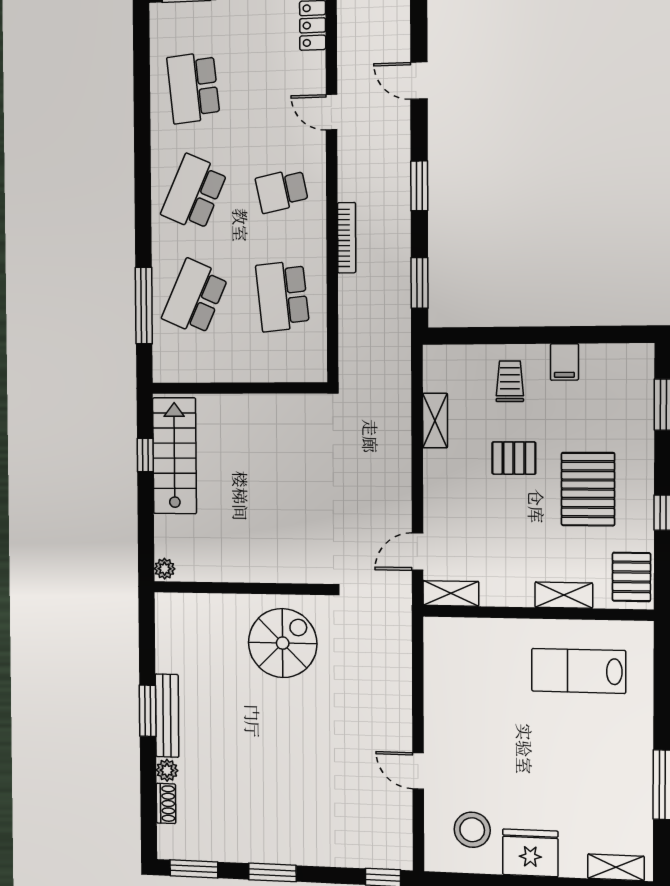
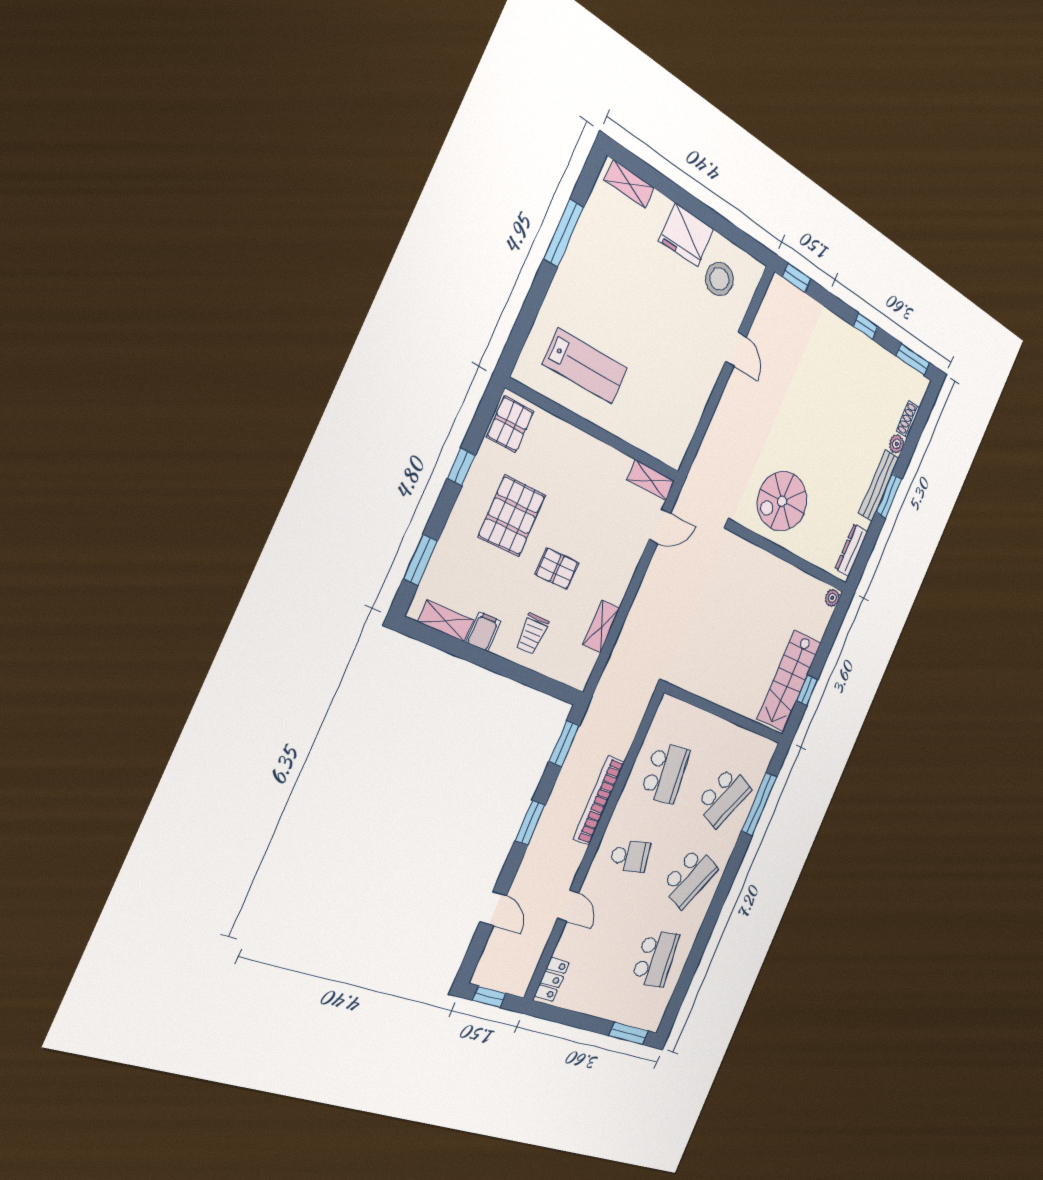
bookcase: (347, 238) -> (599, 801), width x1.48, depth x1.31
shelving: (564, 595) -> (446, 621), moved
dresser: (166, 631) -> (852, 550), added
window: (272, 872) -> (866, 326), width x0.67

